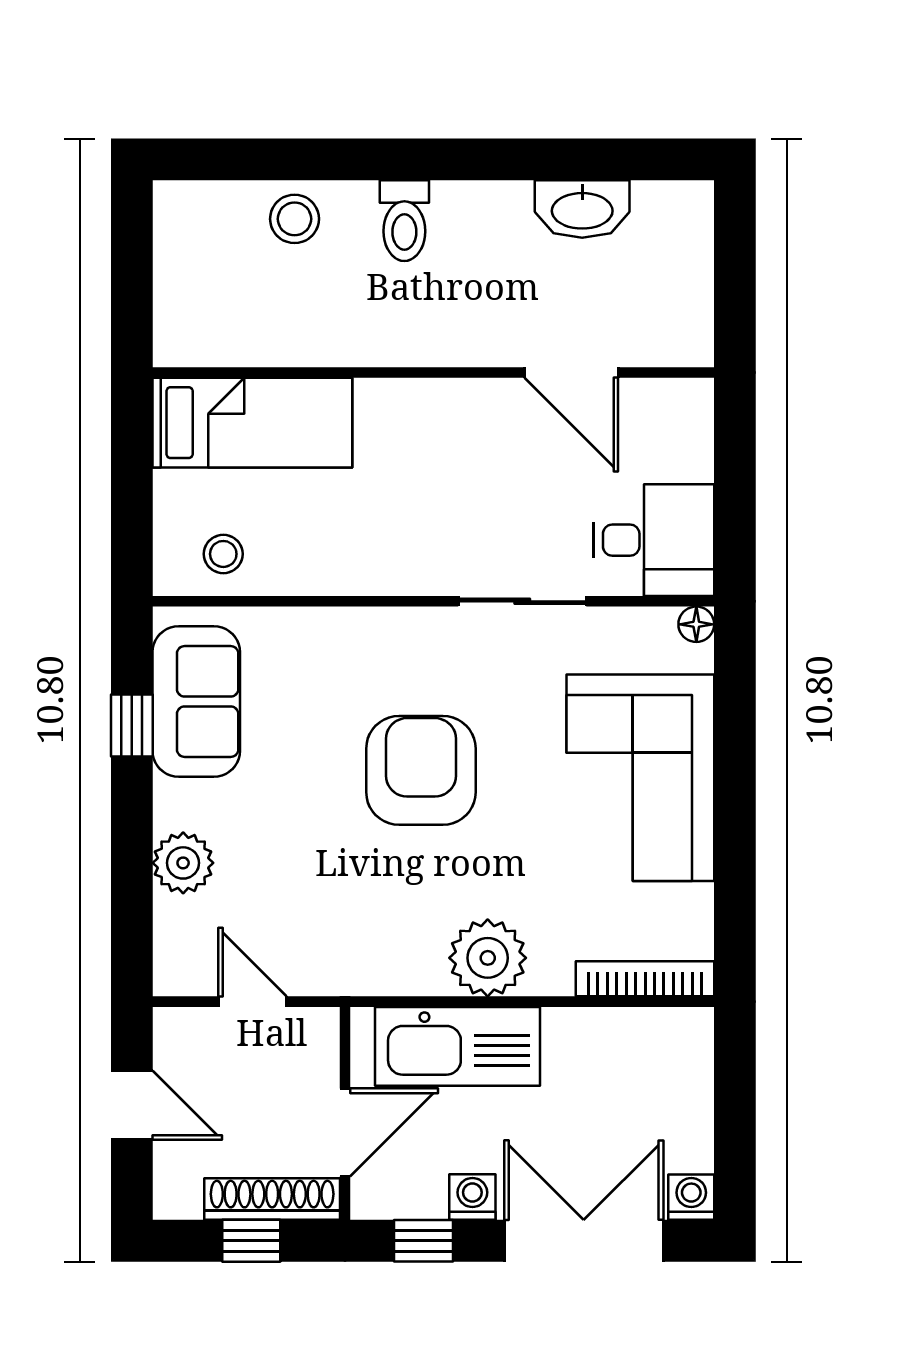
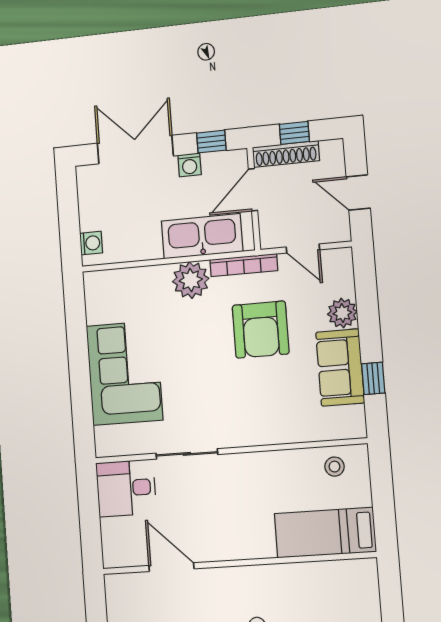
floor lamp: (696, 624) -> (103, 449), removed
sofa: (196, 702) -> (340, 368), moved
armchair: (421, 770) -> (261, 330), moved
bookcase: (645, 979) -> (244, 265), moved
washing machine: (691, 1197) -> (91, 243), moved, turned -90
double door: (584, 1241) -> (135, 150), swing flipped

